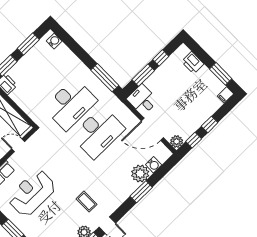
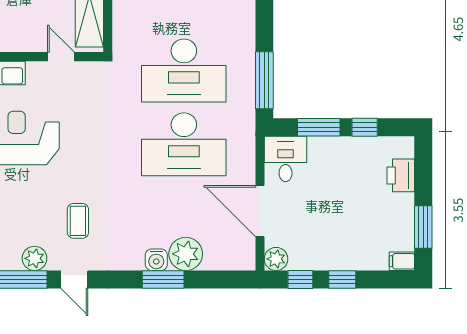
water cooler: (154, 165) -> (156, 260), moved

